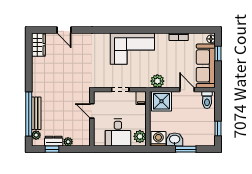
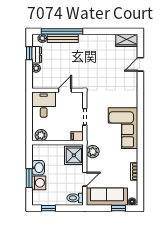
desk: (118, 133) -> (44, 105), moved, turned 90
washing machine: (158, 139) -> (39, 183), moved

